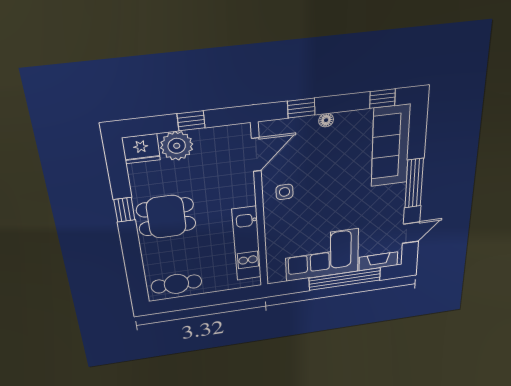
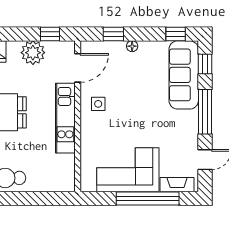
window: (191, 121) -> (50, 34), moved
window: (418, 130) -> (205, 64), added
plant: (177, 146) -> (33, 53), moved
kitchen unit: (247, 244) -> (65, 118), moved

